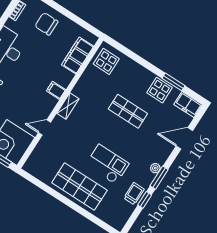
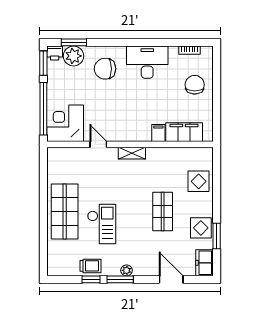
display table: (106, 61) -> (199, 181), moved
filing cabinet: (56, 90) -> (158, 133), moved

